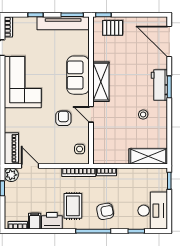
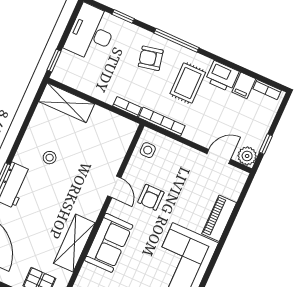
shelving: (101, 82) -> (74, 243), moved
piano: (11, 148) -> (219, 218), moved
door: (30, 166) -> (219, 156), swing flipped

